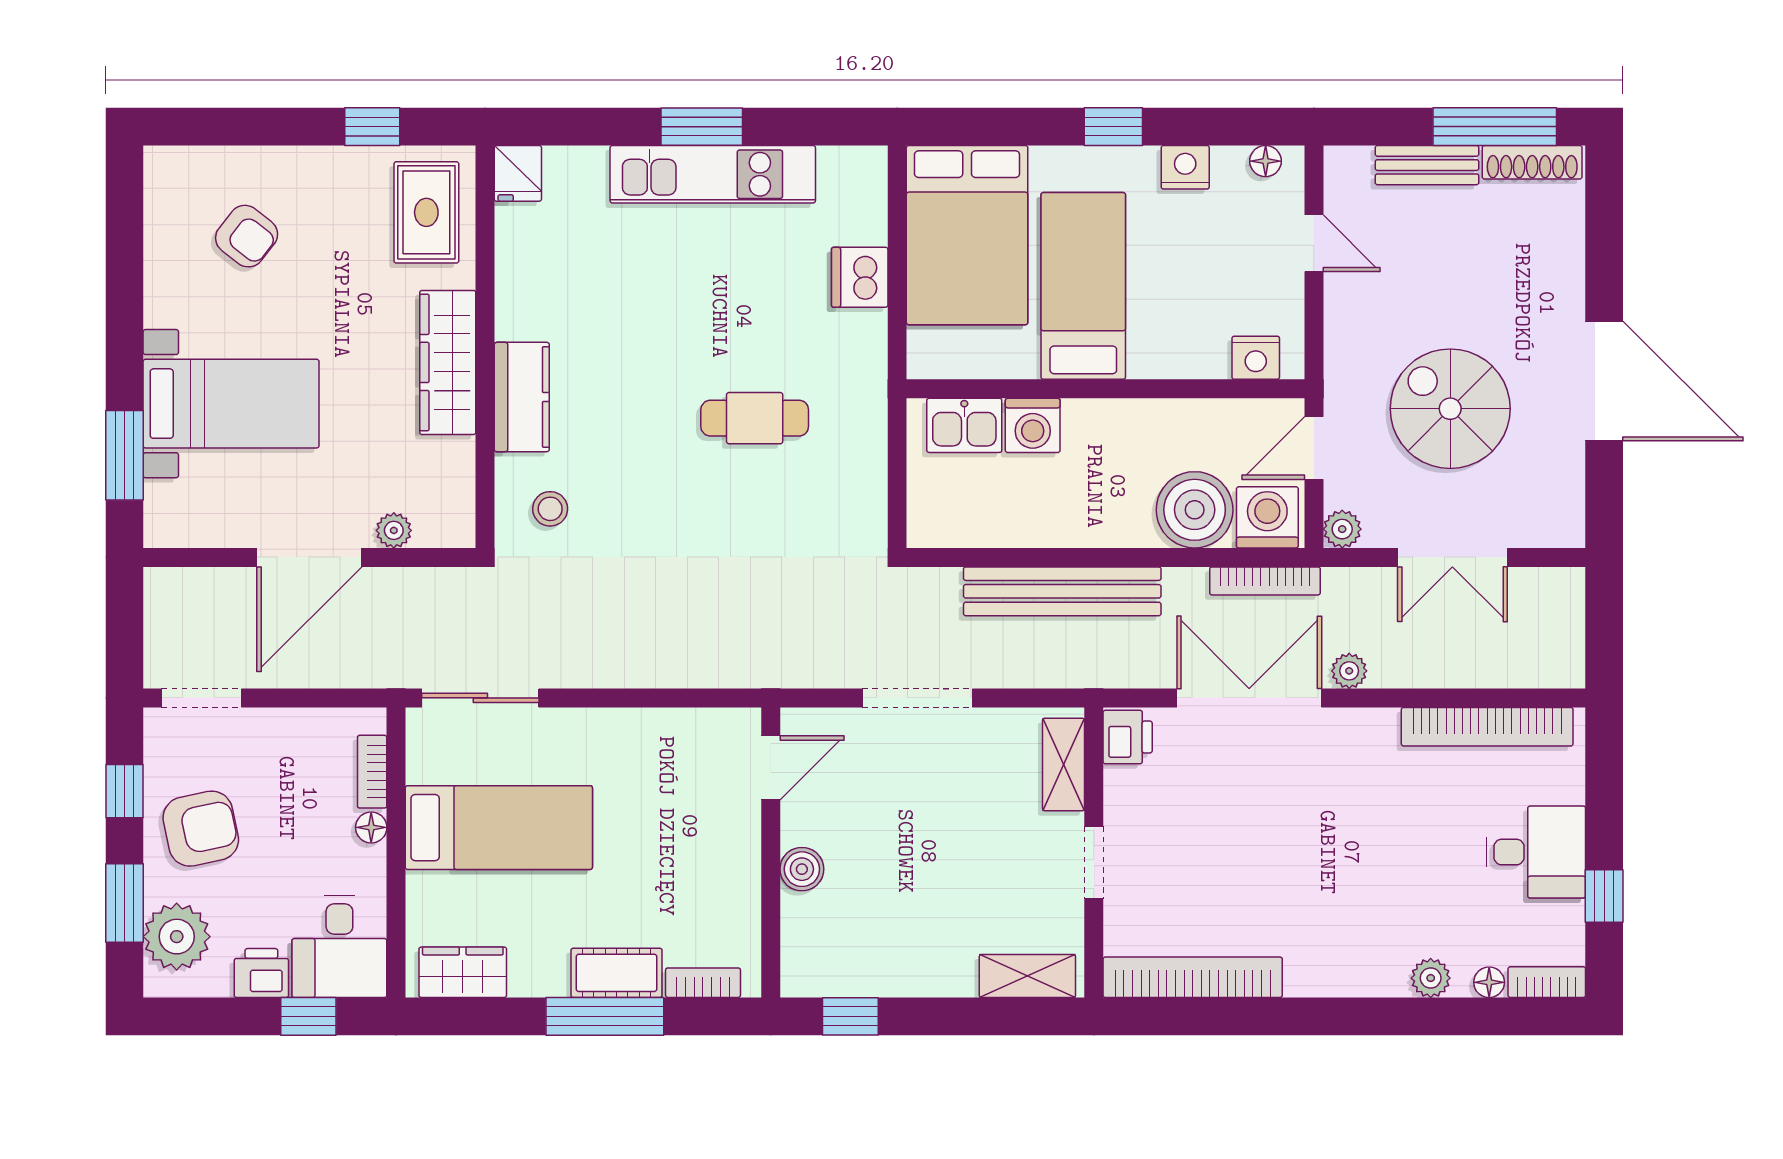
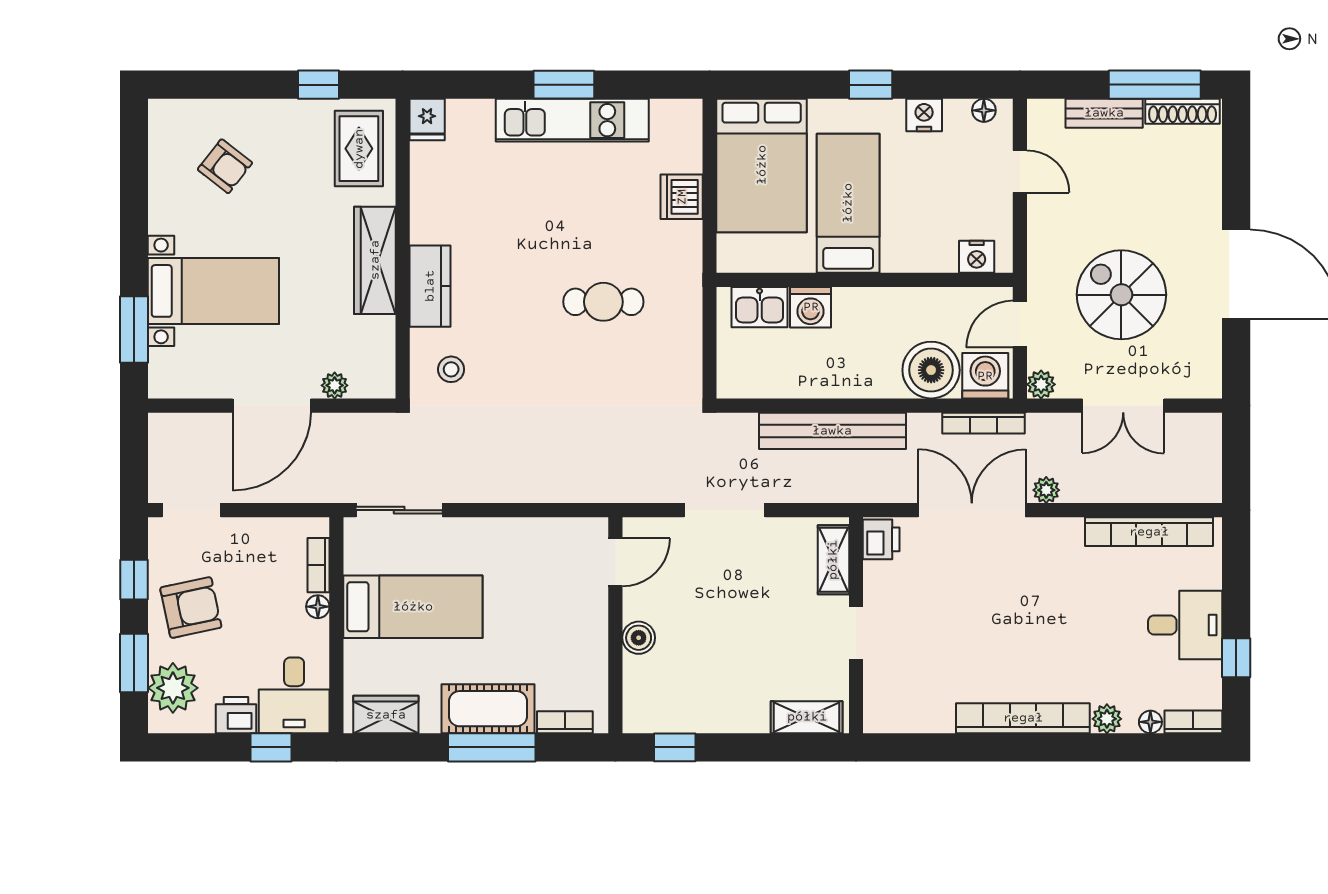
cot: (616, 973) -> (488, 709), width x1.37, depth x1.34
bookcase: (1193, 977) -> (1023, 718), moved

